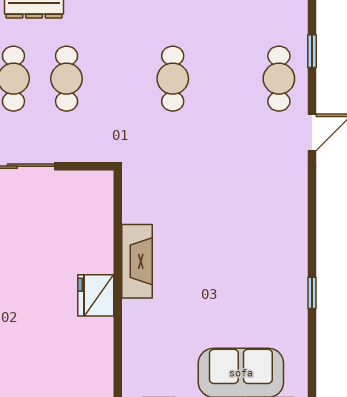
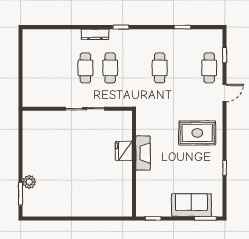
rug: (253, 218) -> (197, 133), added
fridge: (96, 295) -> (124, 151), moved

